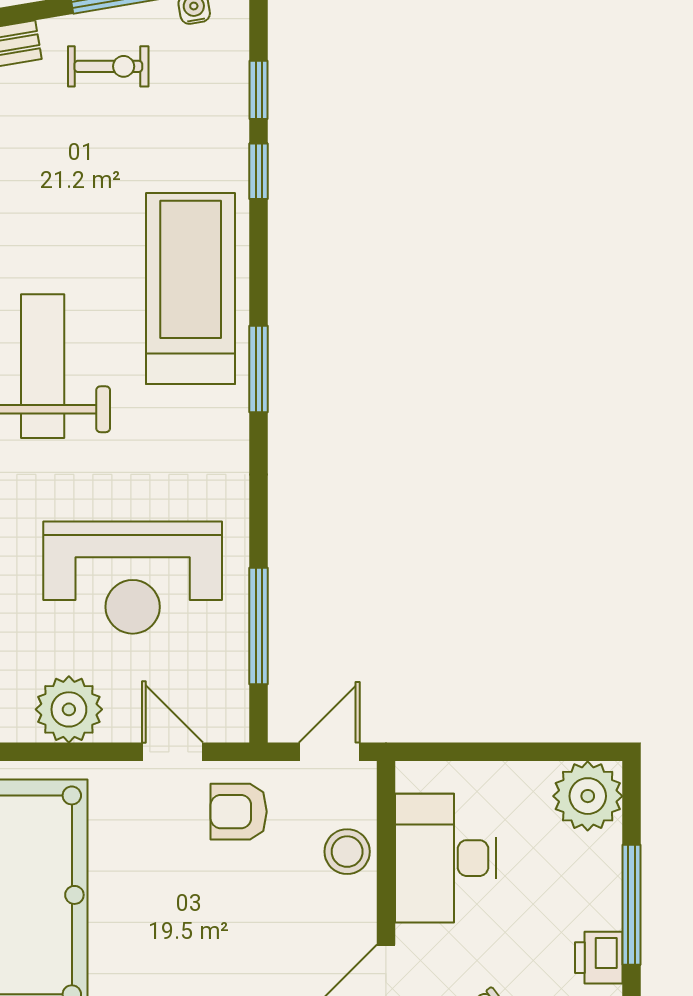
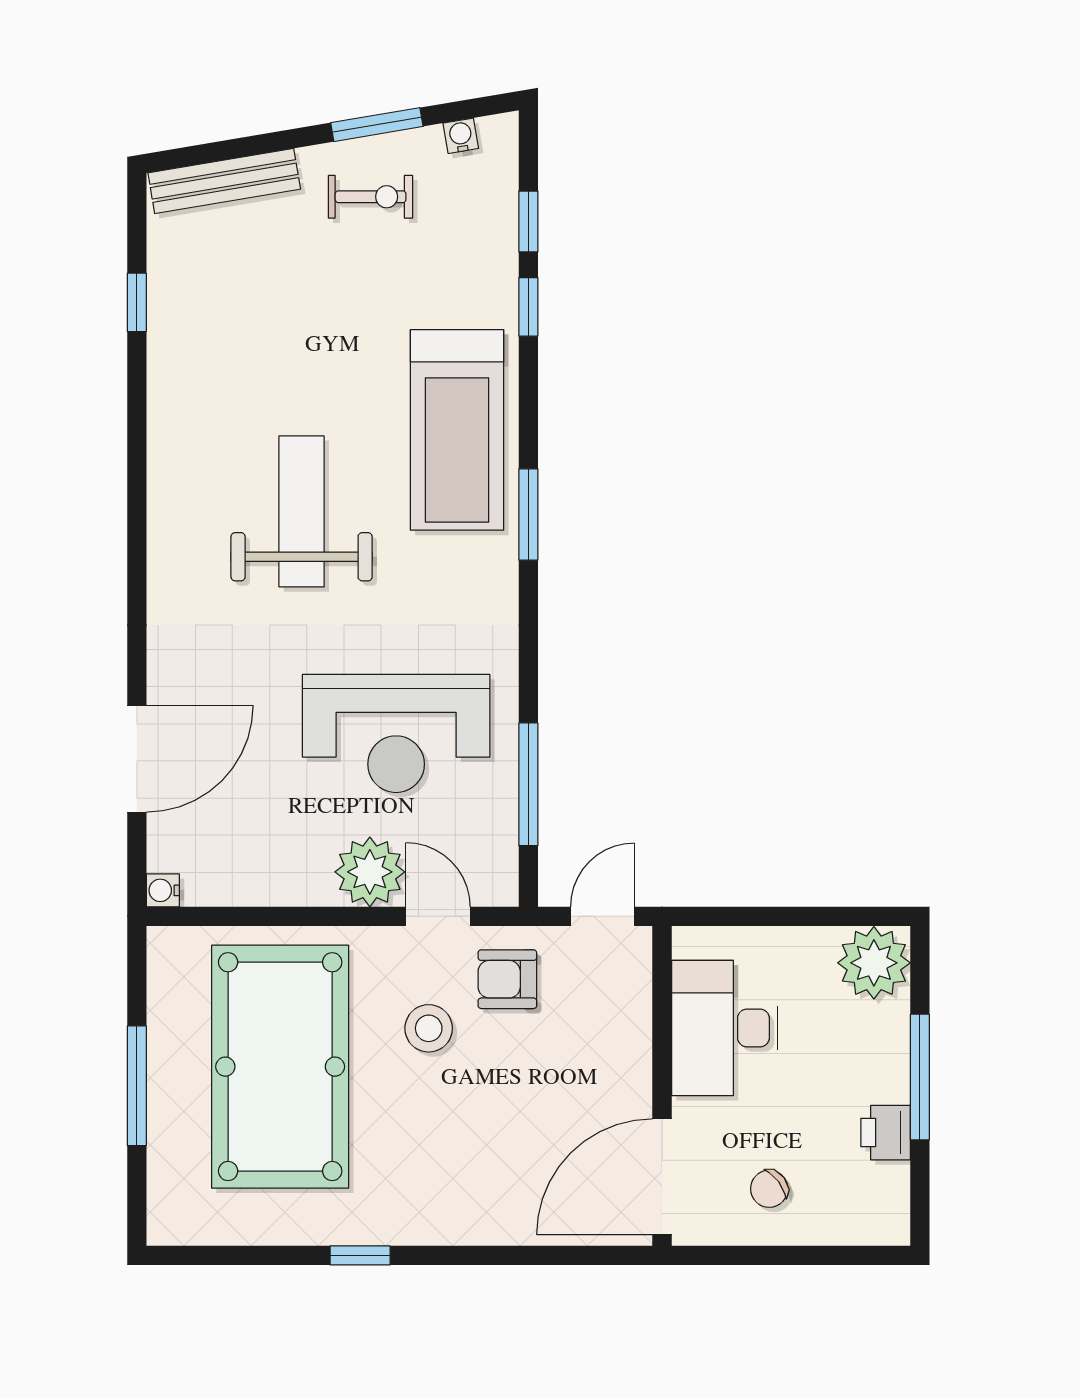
treadmill: (191, 288) -> (457, 430), turned 180
plant: (69, 709) -> (370, 872), moved
stool: (347, 852) -> (429, 1028), moved

